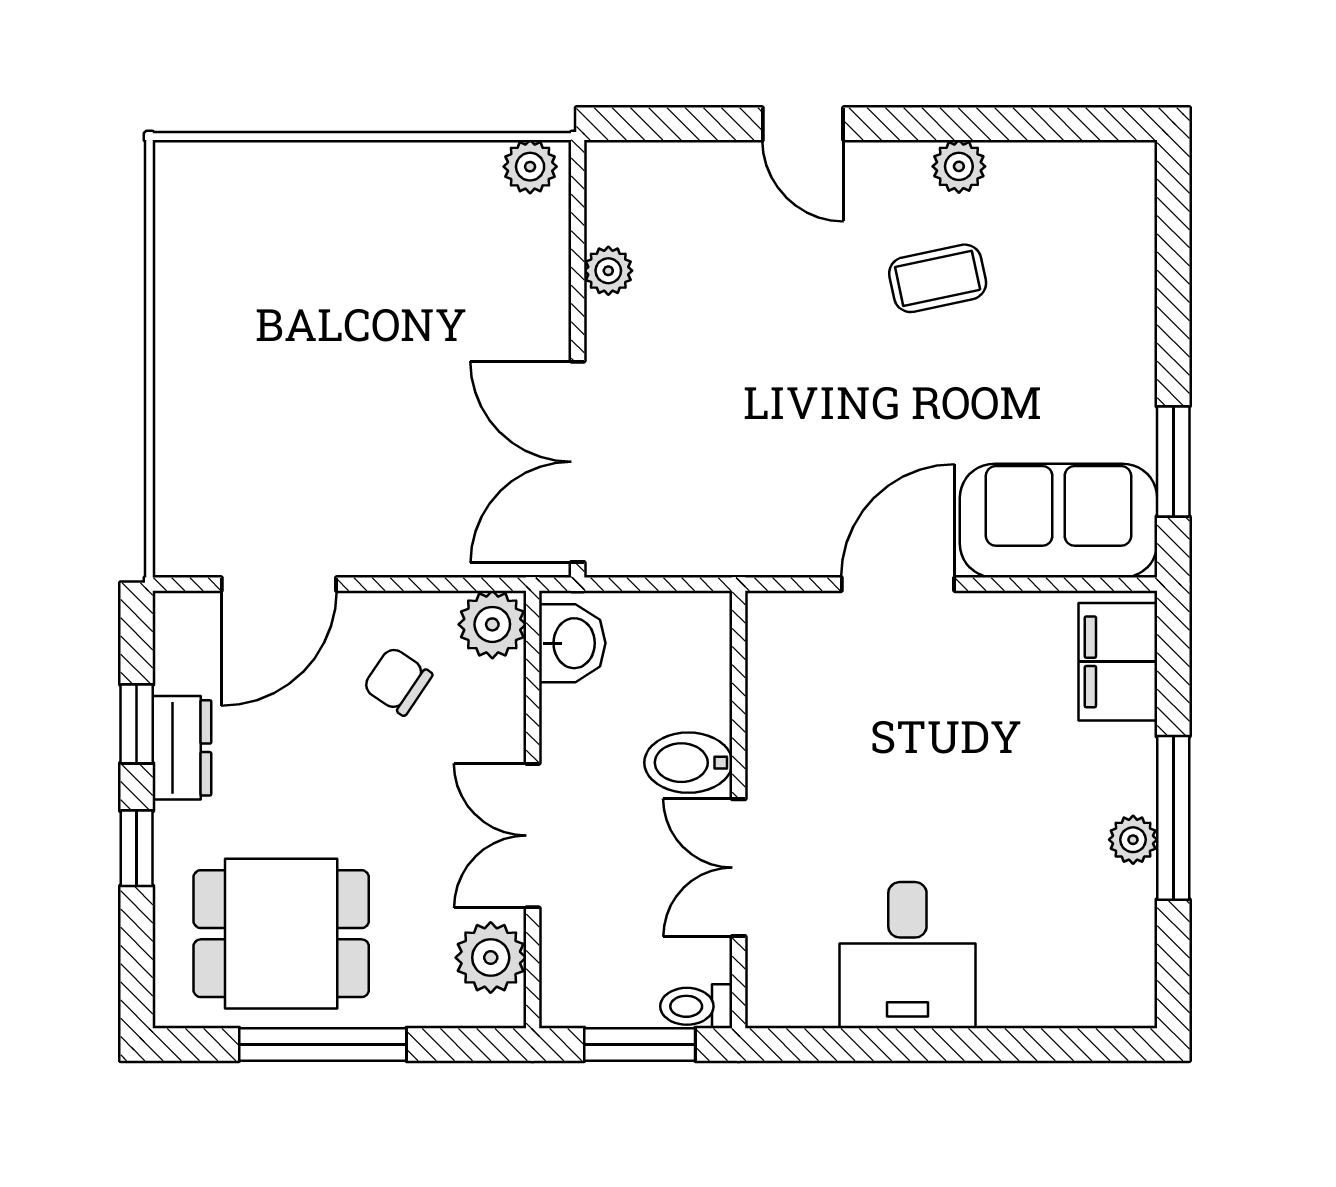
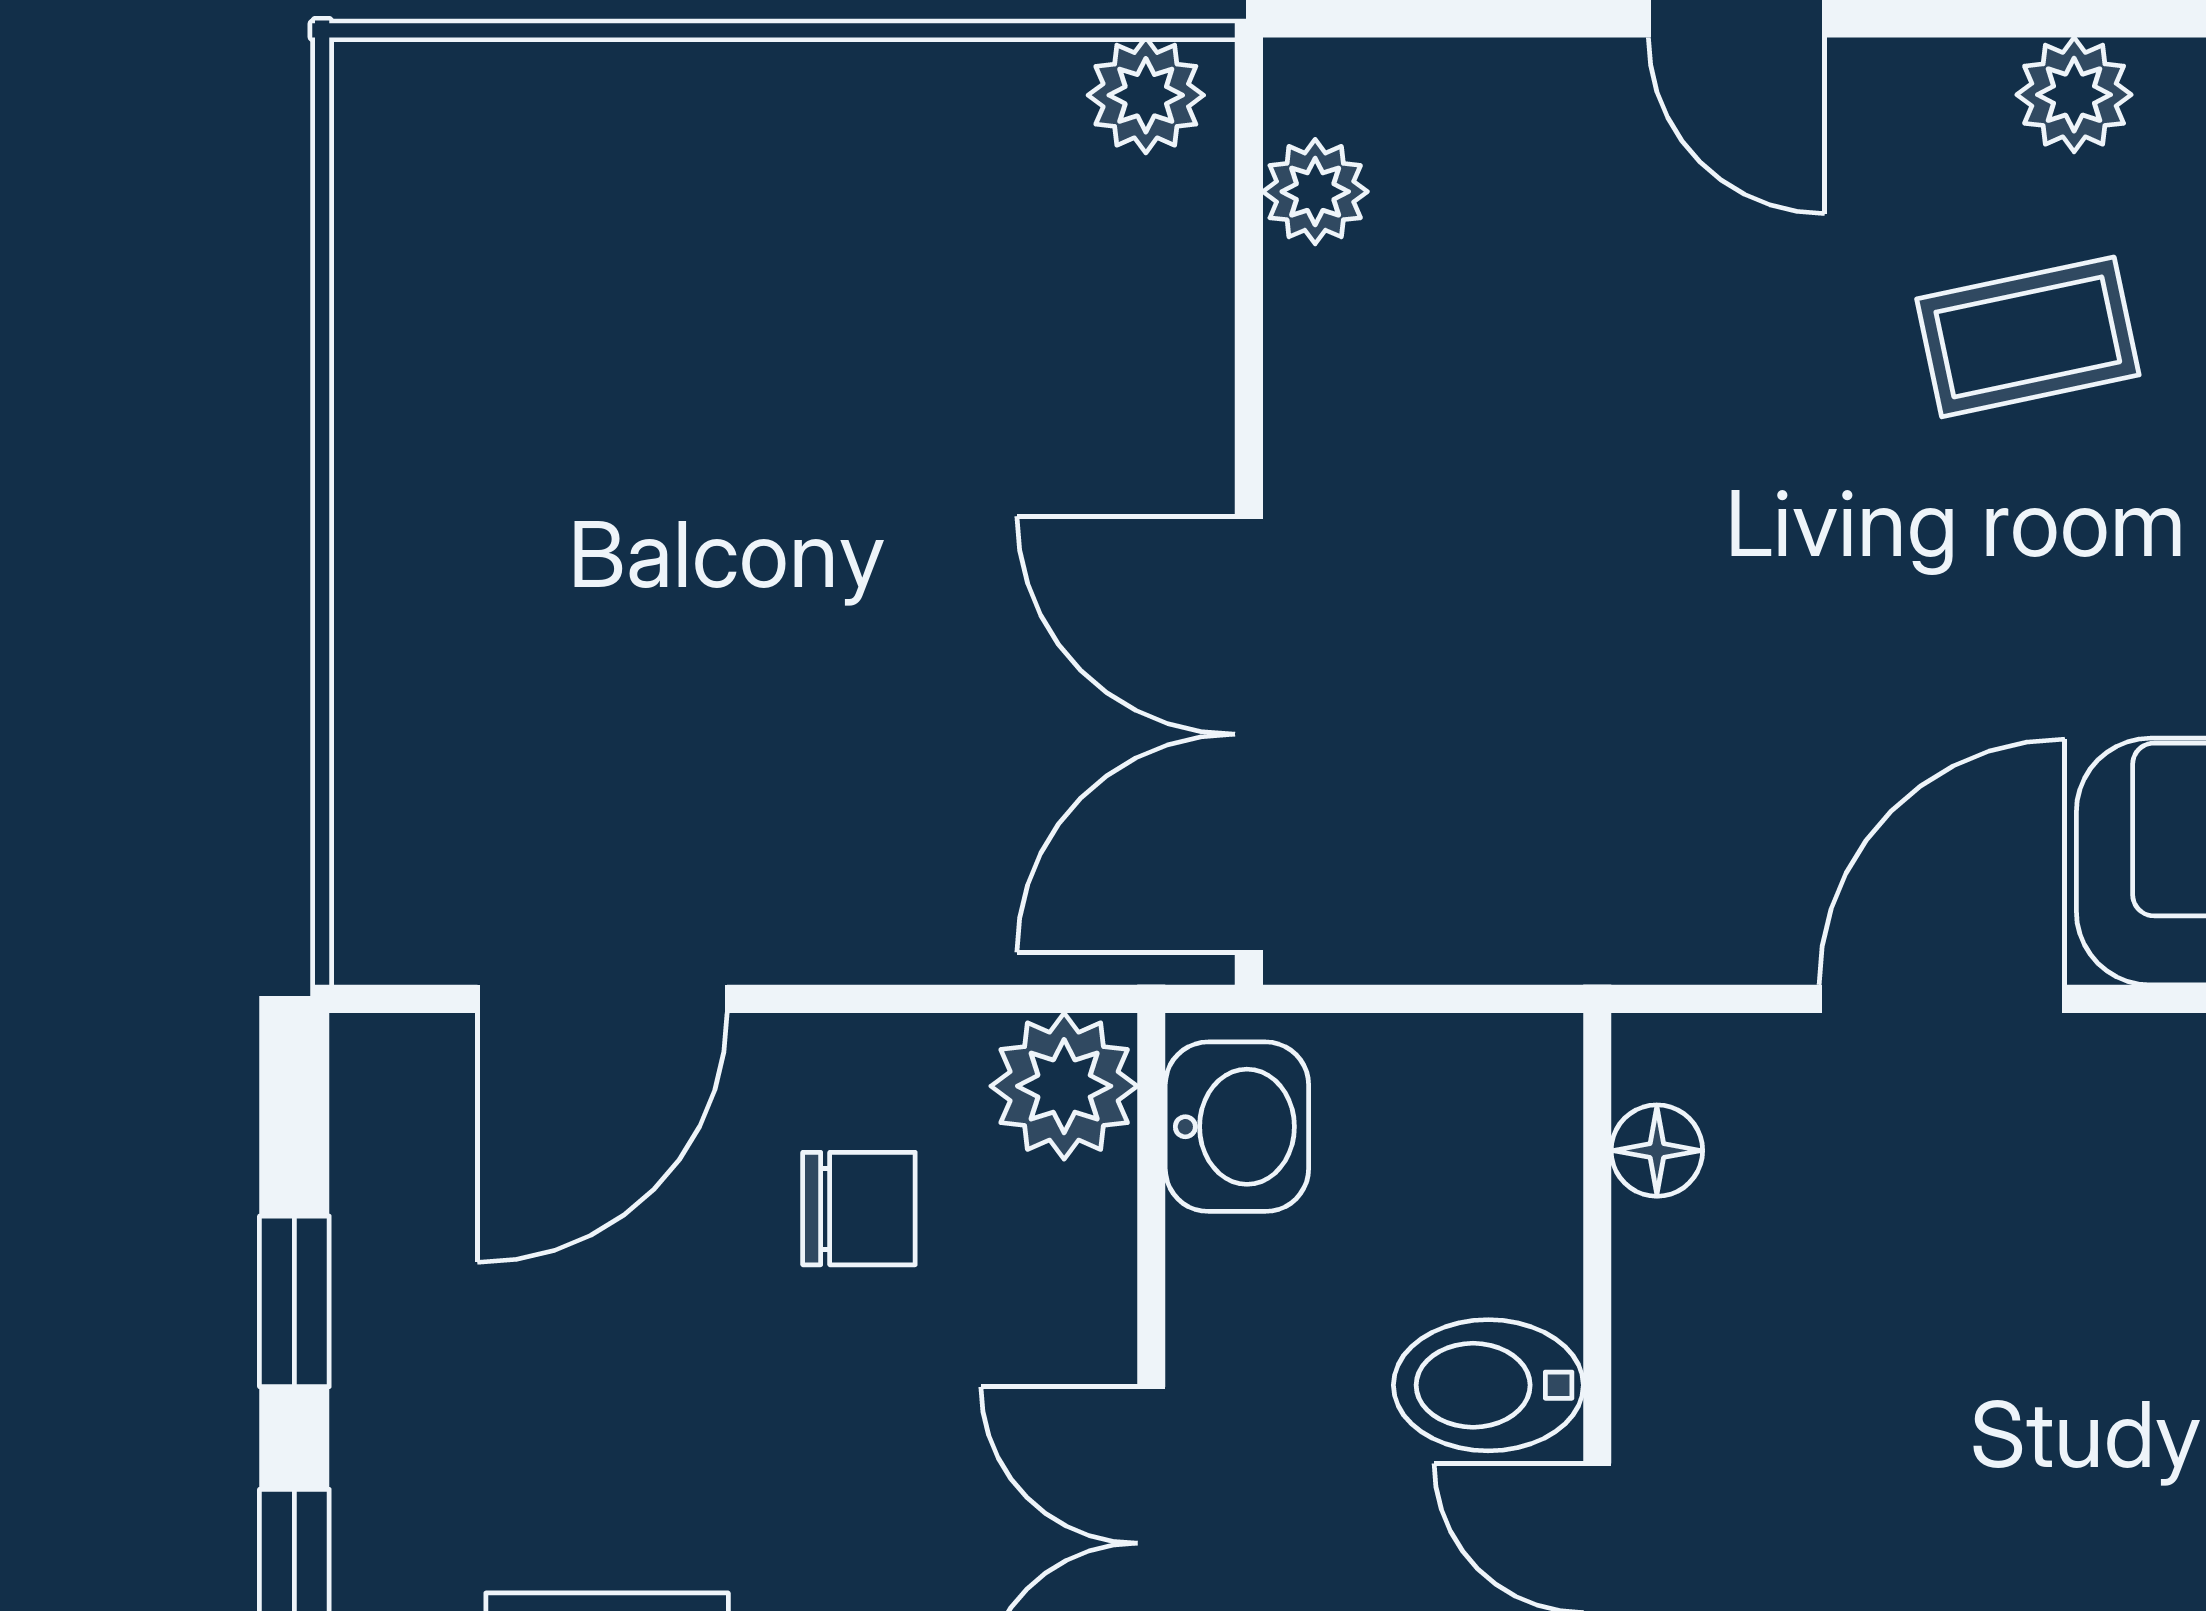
plant: (608, 271) -> (1315, 192), moved
floor lamp: (766, 654) -> (1657, 1151), added
chair: (398, 681) -> (859, 1209), turned 146
dresser: (182, 748) -> (392, 1353), removed

